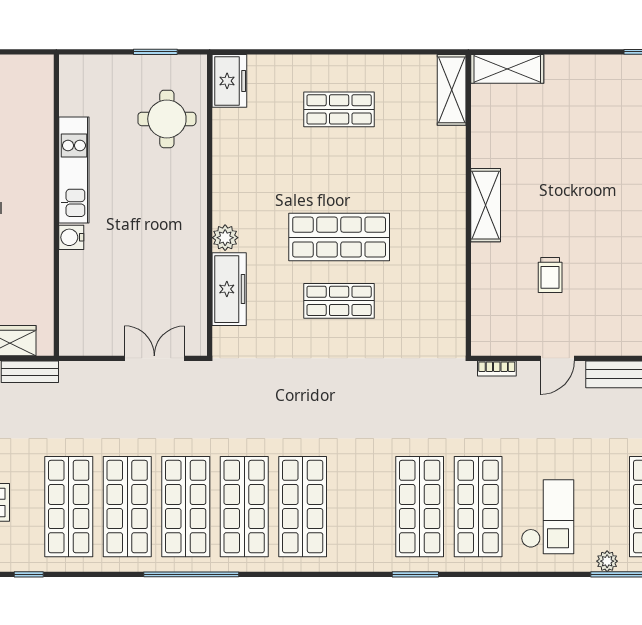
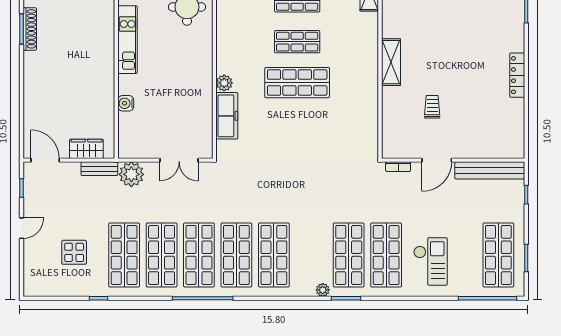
water cooler: (71, 237) -> (126, 103), moved
trolley: (550, 275) -> (432, 107), turned 180
shop shelf: (339, 301) -> (297, 42), moved
double door: (154, 358) -> (179, 160), swing flipped
door: (557, 358) -> (437, 160), width x1.38
plant: (80, 380) -> (131, 174), added
plant: (607, 561) -> (323, 290), moved

